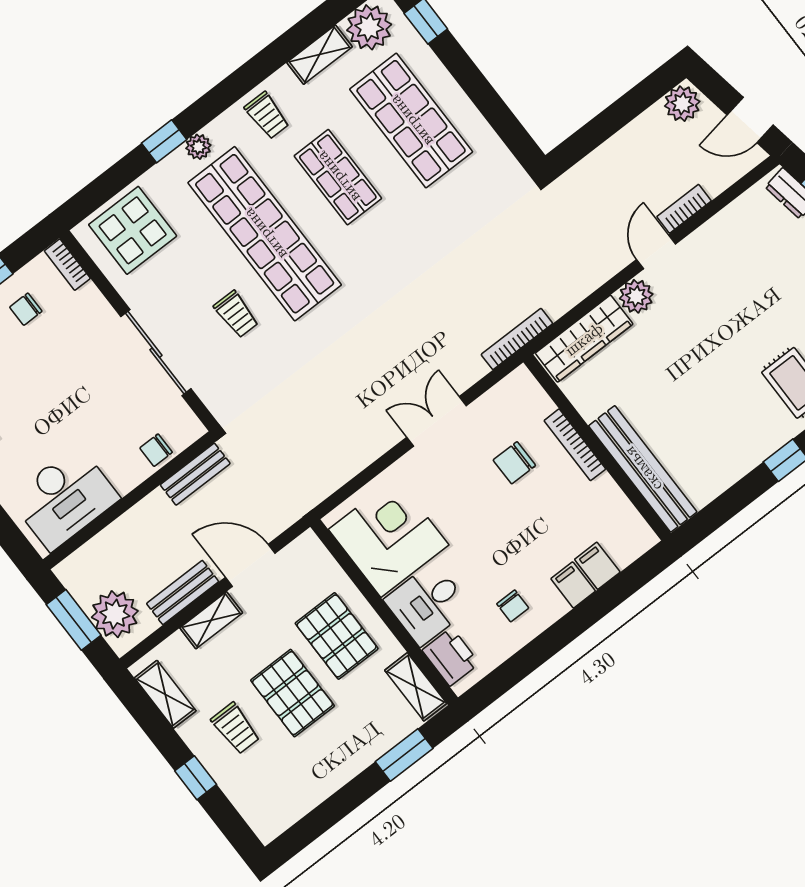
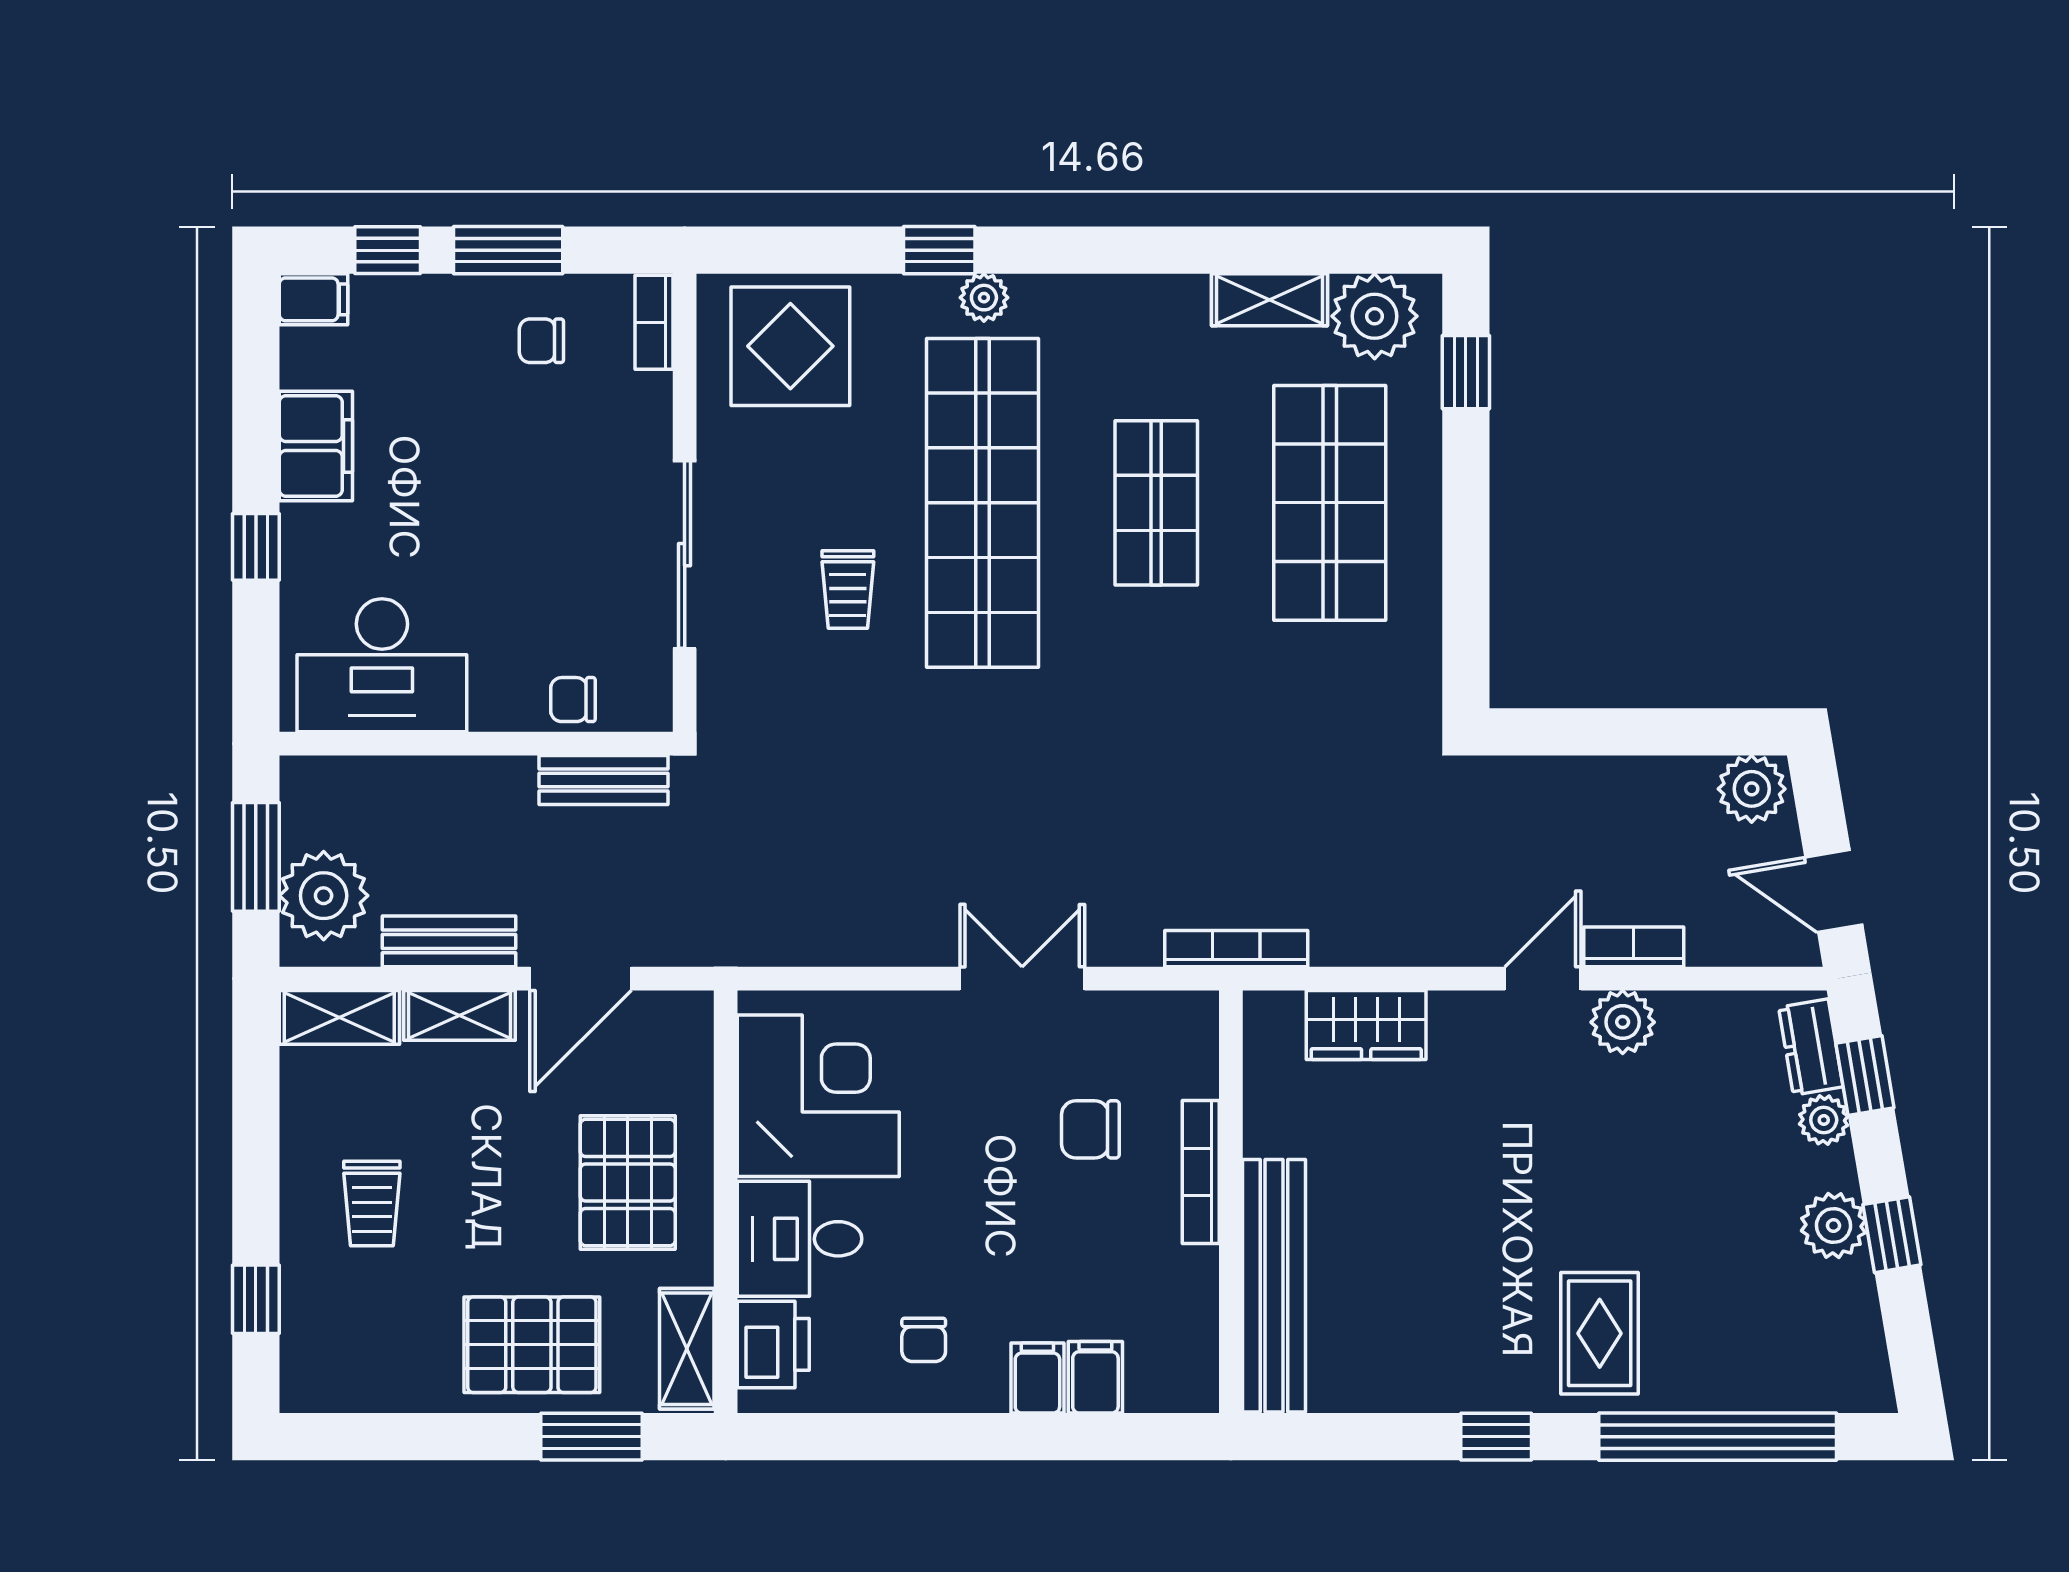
trolley: (267, 115) -> (1122, 330), removed
plant: (636, 296) -> (1623, 1022), moved
wardrobe: (584, 339) -> (1366, 1025), width x0.67
door: (250, 565) -> (581, 979), swing flipped
pallet: (293, 693) -> (532, 1345), moved, turned 90
shelving: (165, 694) -> (339, 1017), moved, turned 90
window: (196, 778) -> (256, 1299), moved

